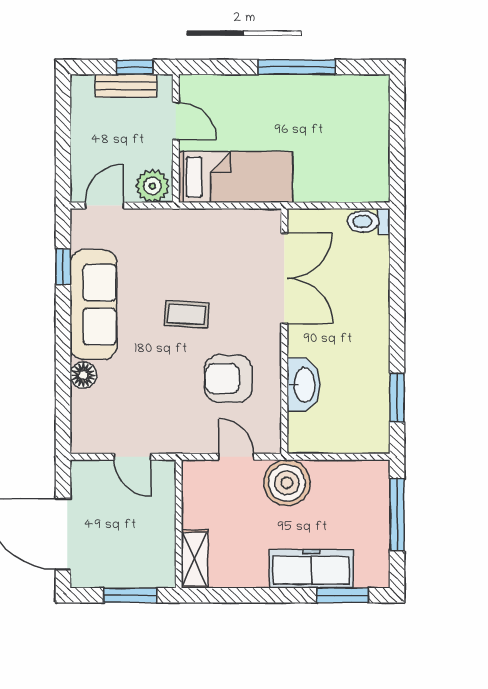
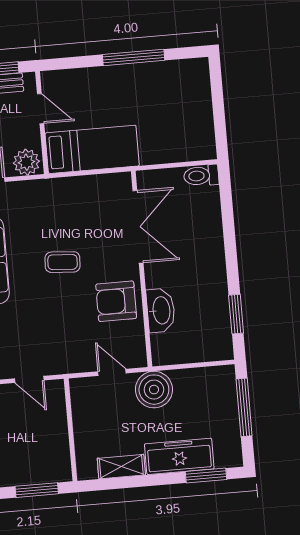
armchair: (228, 379) -> (116, 301), moved
shelving: (195, 559) -> (121, 467), moved, turned 90

